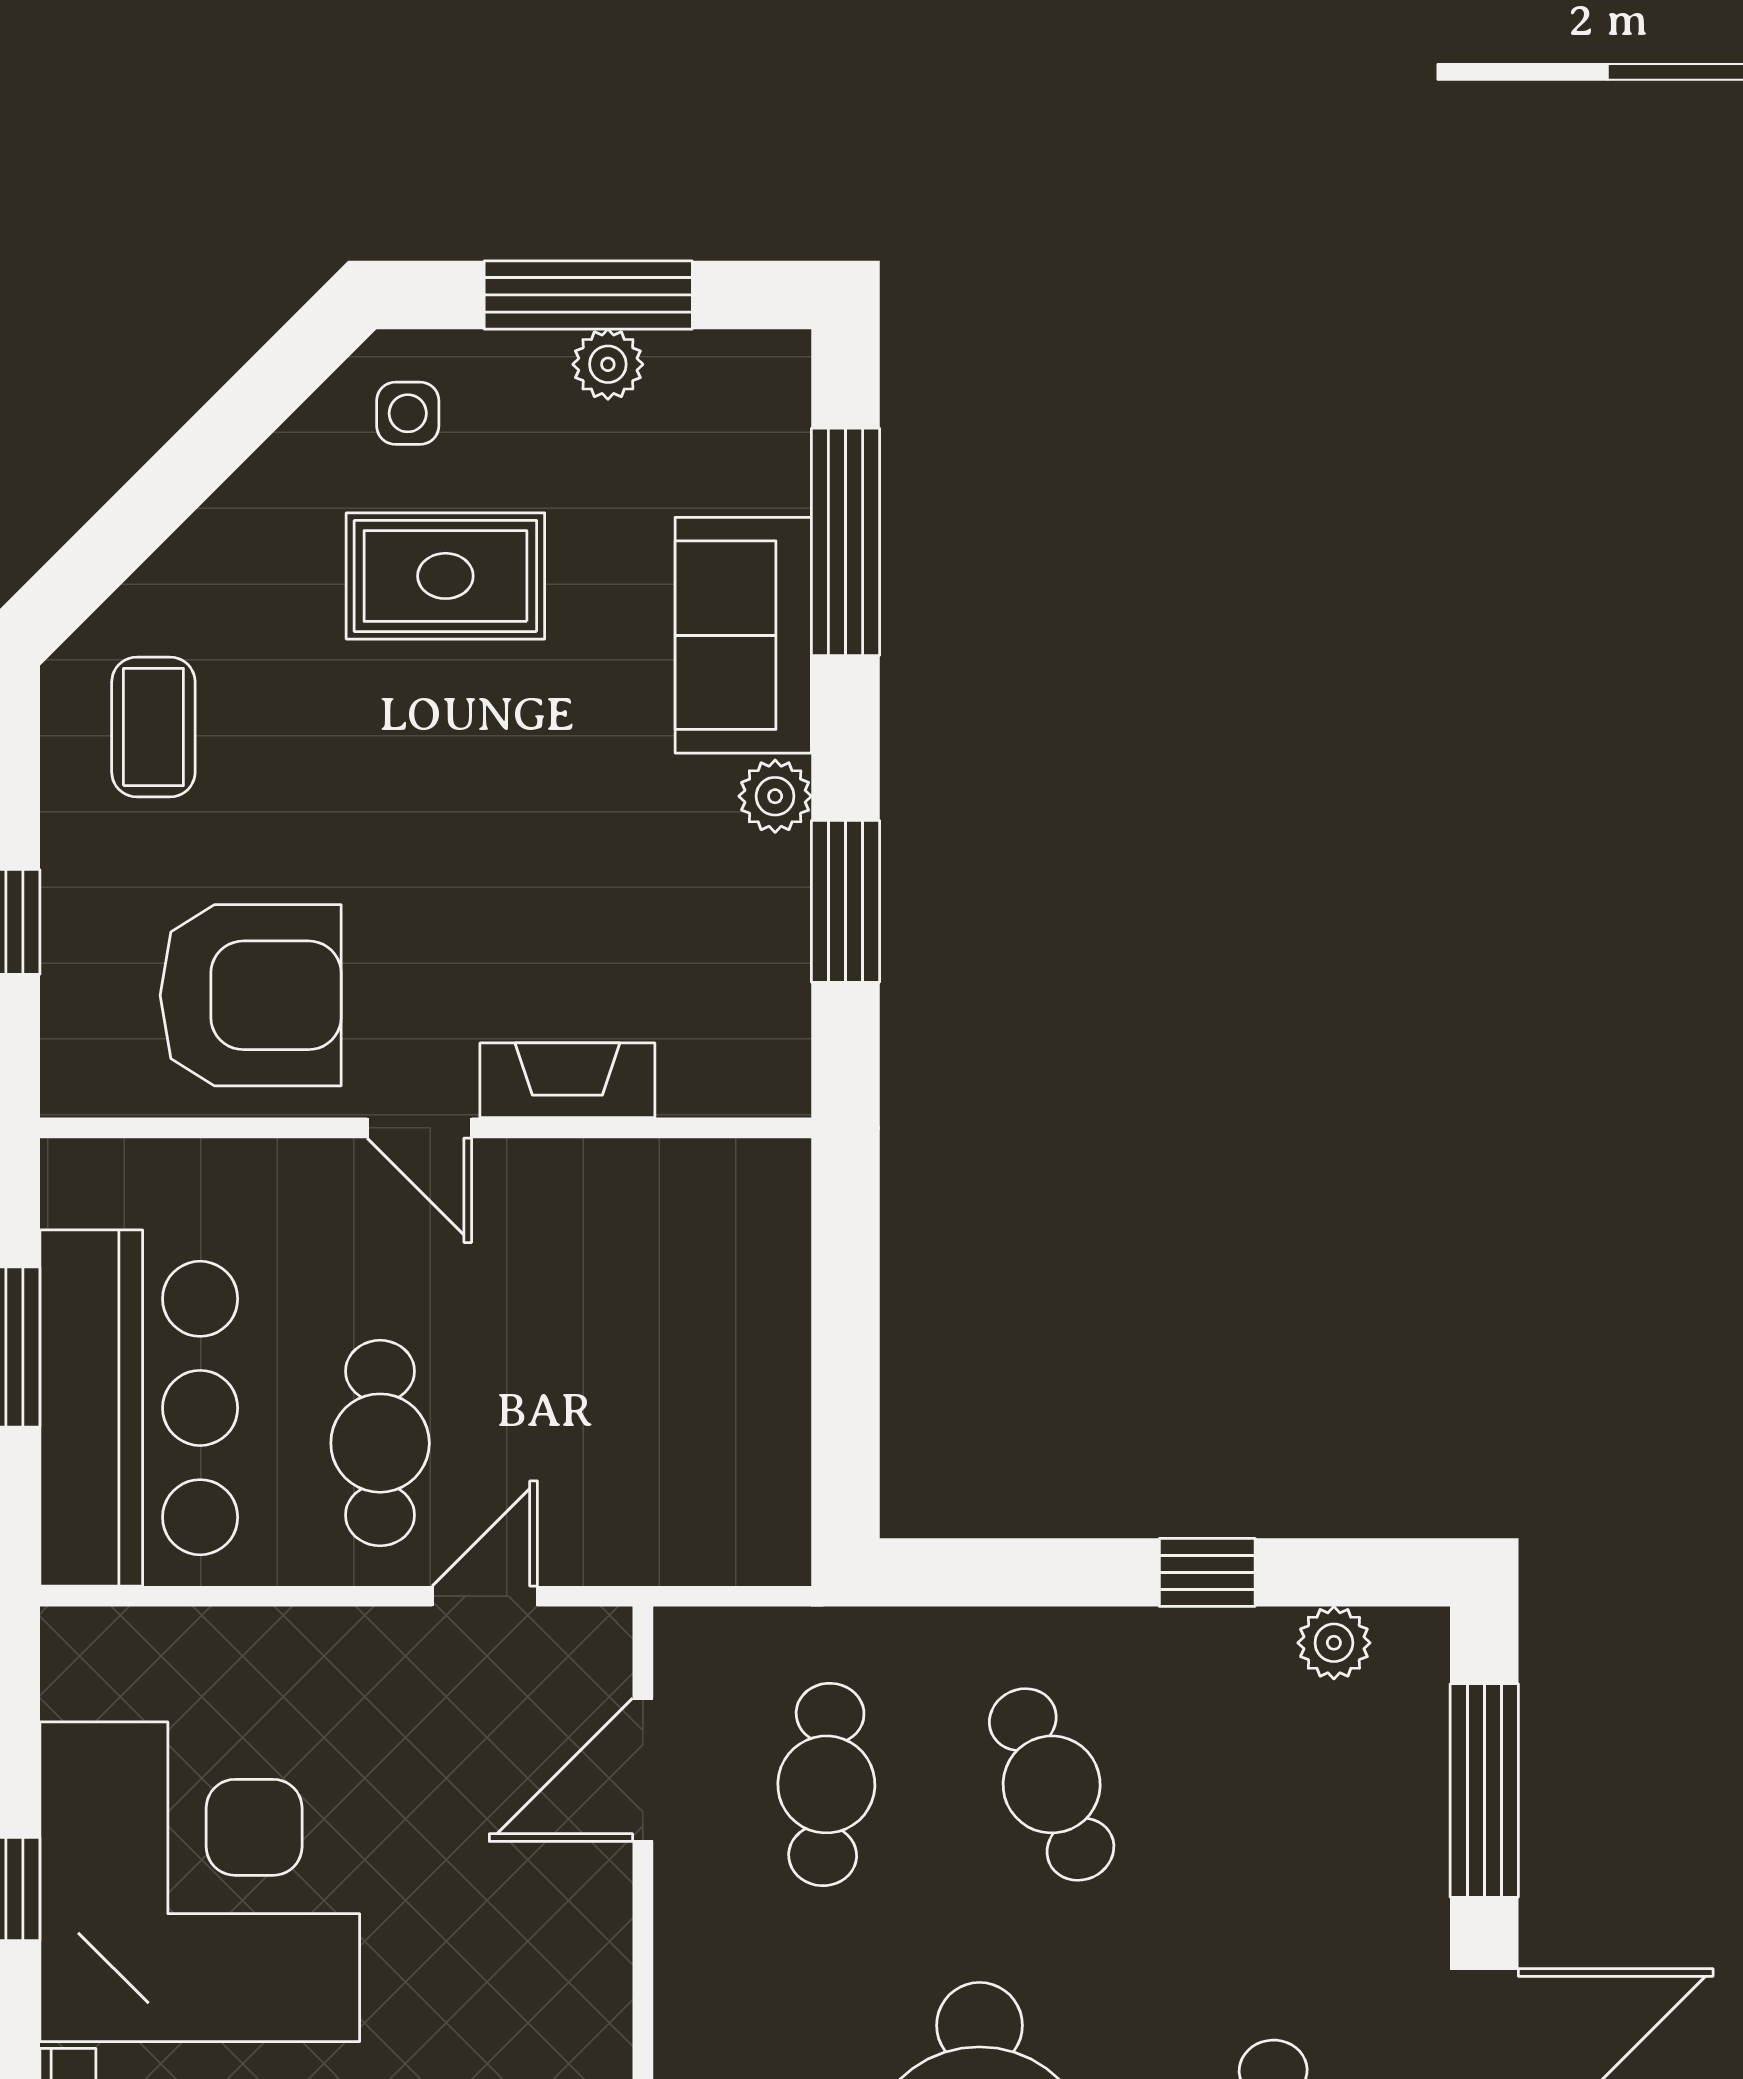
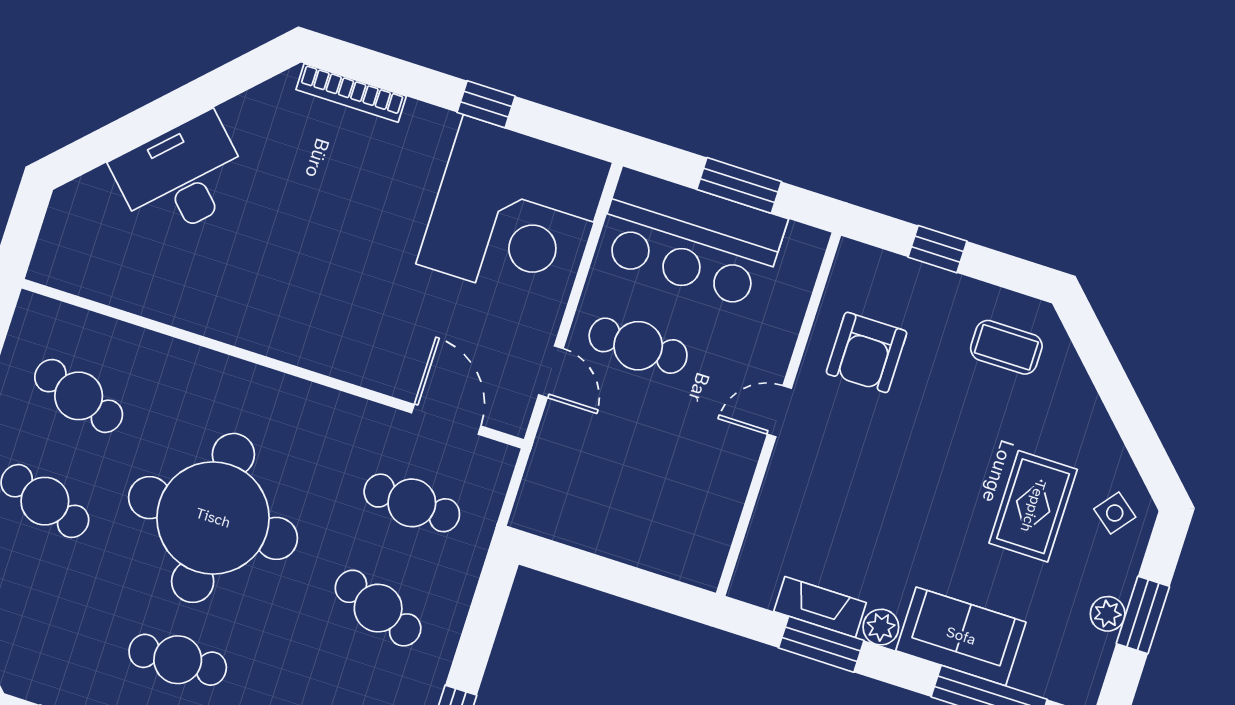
window: (588, 295) -> (1143, 615), width x0.69
side table: (408, 413) -> (1115, 513), turned 38
armchair: (251, 995) -> (867, 352), width x0.73, depth x0.73
fireplace: (567, 1080) -> (820, 607), moved, turned -90
cafe table: (1052, 1784) -> (378, 608), turned 45
corner desk: (200, 1882) -> (514, 213), moved

